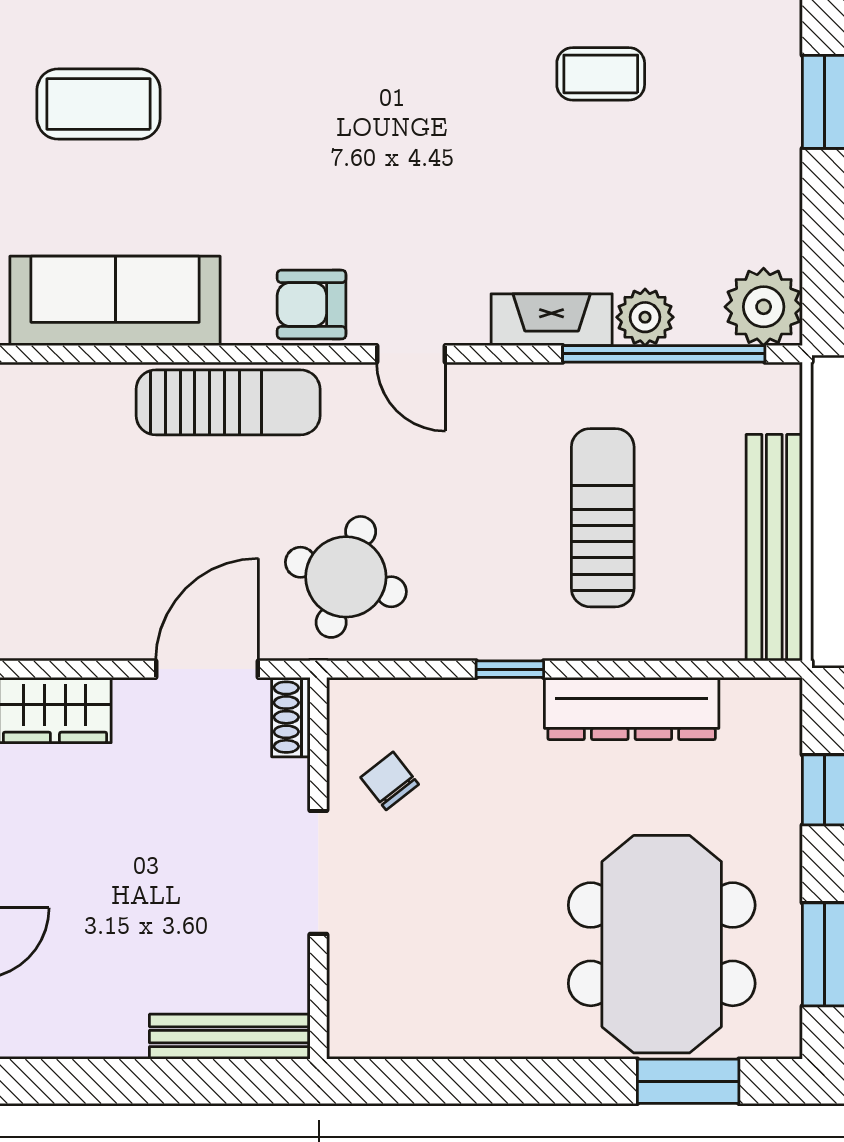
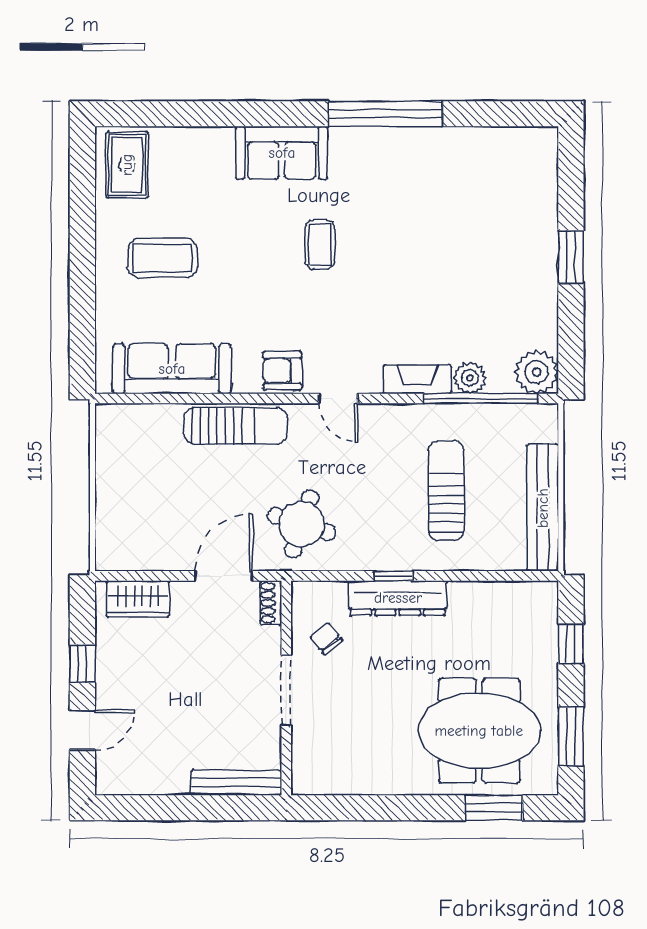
coffee table: (601, 74) -> (320, 244), moved, turned 90
dresser: (632, 709) -> (398, 598), moved
meeting table: (662, 944) -> (479, 731), turned 90

